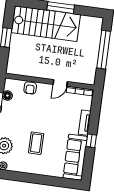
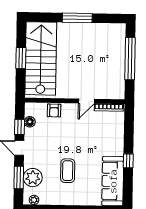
stairs: (46, 24) -> (41, 58), moved, turned -90
tv unit: (85, 123) -> (119, 142), removed

